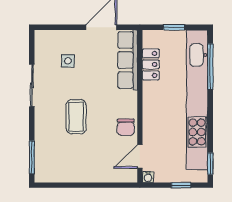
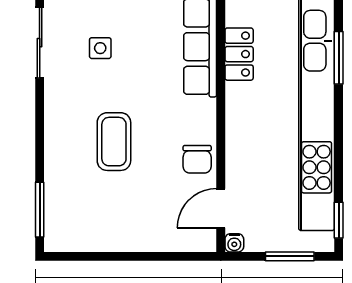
window: (210, 67) -> (339, 58), width x0.69
sliding door: (32, 85) -> (40, 43), moved
window: (181, 185) -> (290, 256), width x1.50

